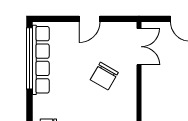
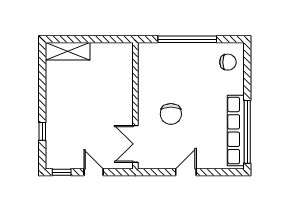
chair: (104, 76) -> (171, 114), turned 150

